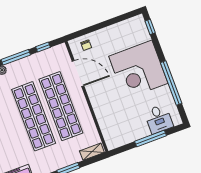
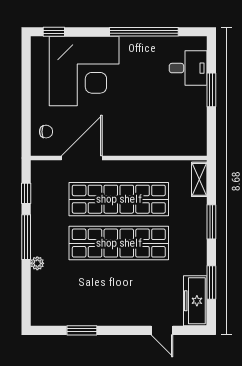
corner desk: (138, 70) -> (84, 71), moved
window: (151, 139) -> (211, 90), width x0.69

